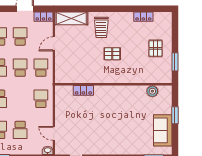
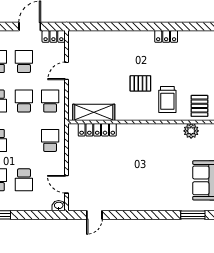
locker: (143, 17) -> (166, 36), moved
shelving: (71, 18) -> (94, 112), moved
trolley: (101, 27) -> (167, 99), moved
pallet: (156, 48) -> (199, 106), moved
locker: (83, 90) -> (97, 130), width x1.53

